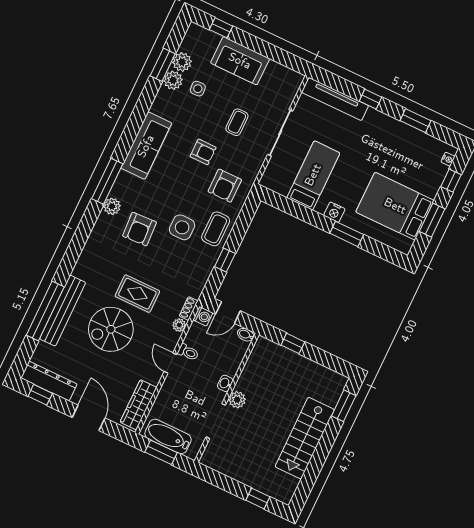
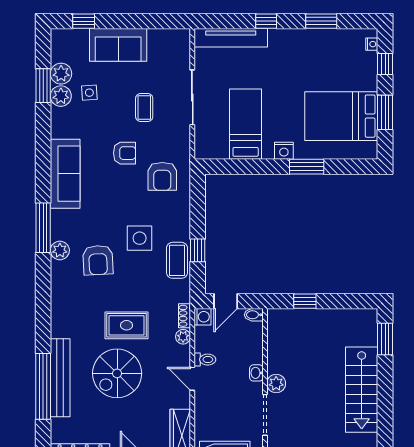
coffee table: (216, 229) -> (177, 260), moved

